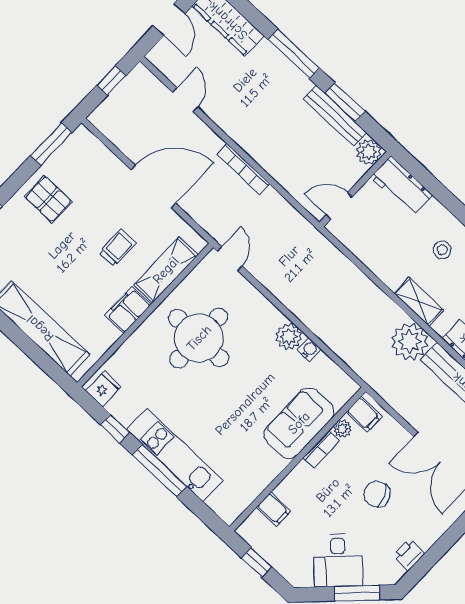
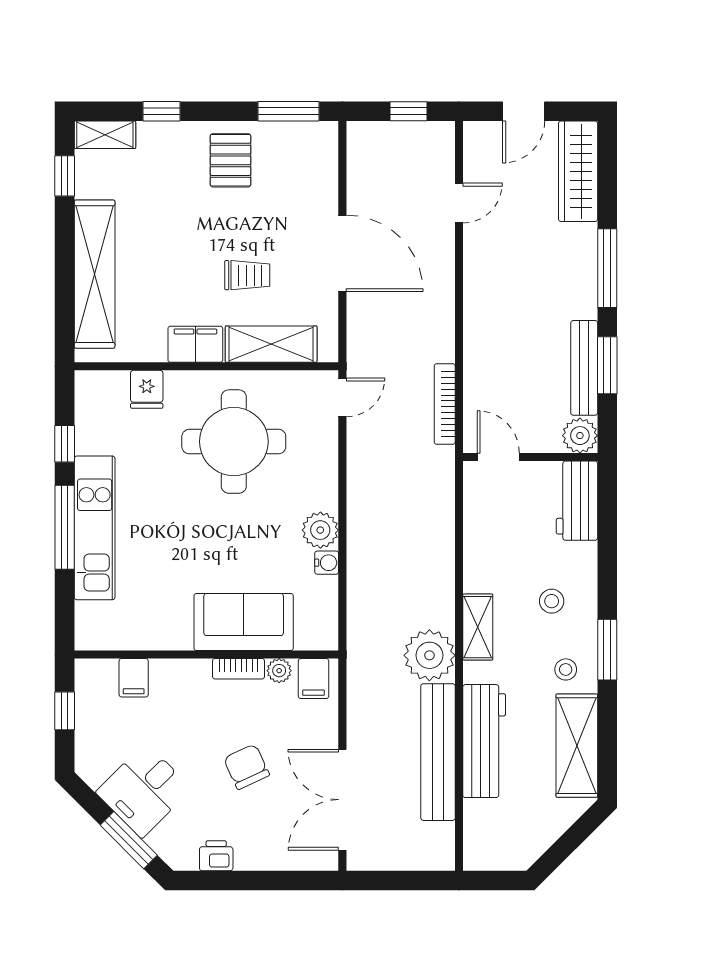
bookcase: (243, 169) -> (445, 404), moved
fridge: (103, 389) -> (147, 389), moved, turned 90

